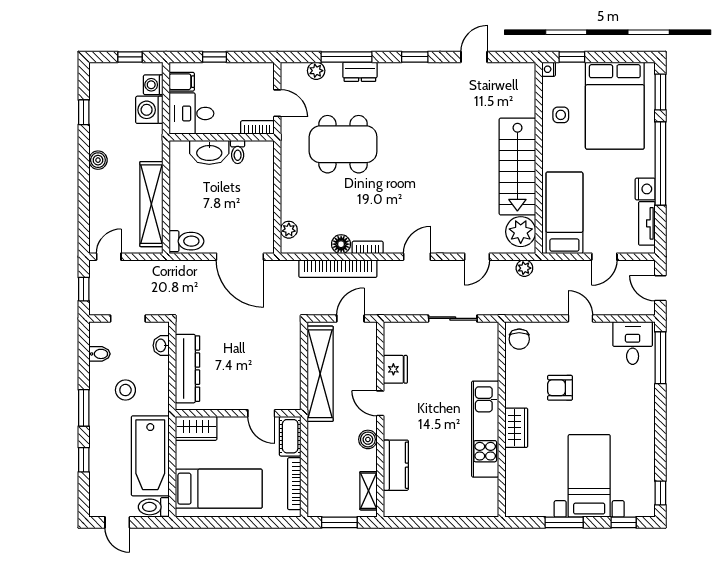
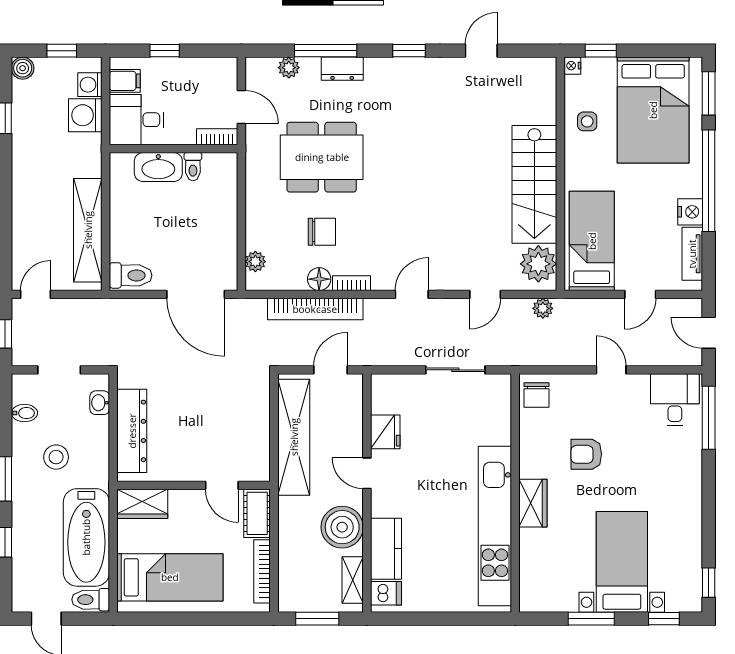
boiler: (98, 160) -> (23, 68), moved
chair: (343, 205) -> (322, 232), added
kitchen unit: (485, 429) -> (495, 526), width x1.36
boiler: (368, 439) -> (342, 527), width x1.86, depth x1.86
dishwasher: (396, 502) -> (386, 593), added

